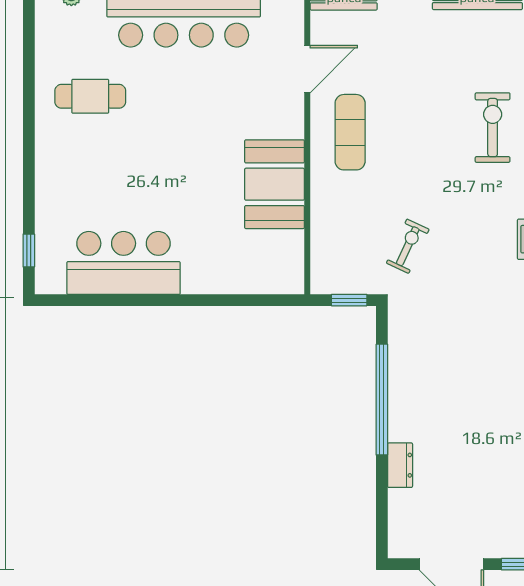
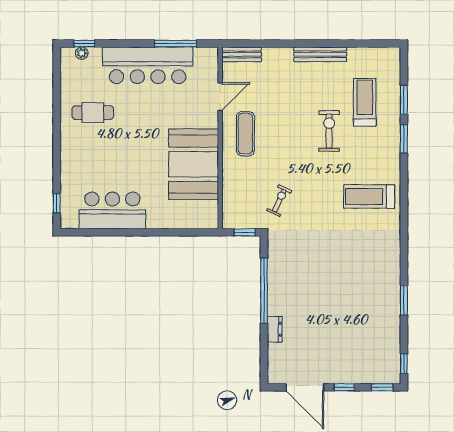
booth: (275, 184) -> (194, 164), width x1.36, depth x1.42

